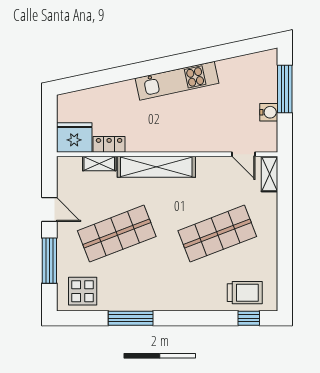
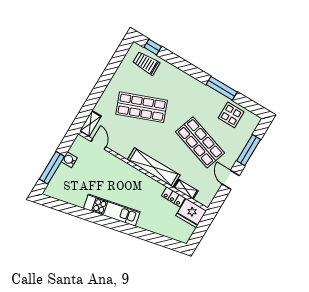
shop shelf: (117, 234) -> (200, 142), turned 39
display table: (83, 291) -> (231, 115), moved

